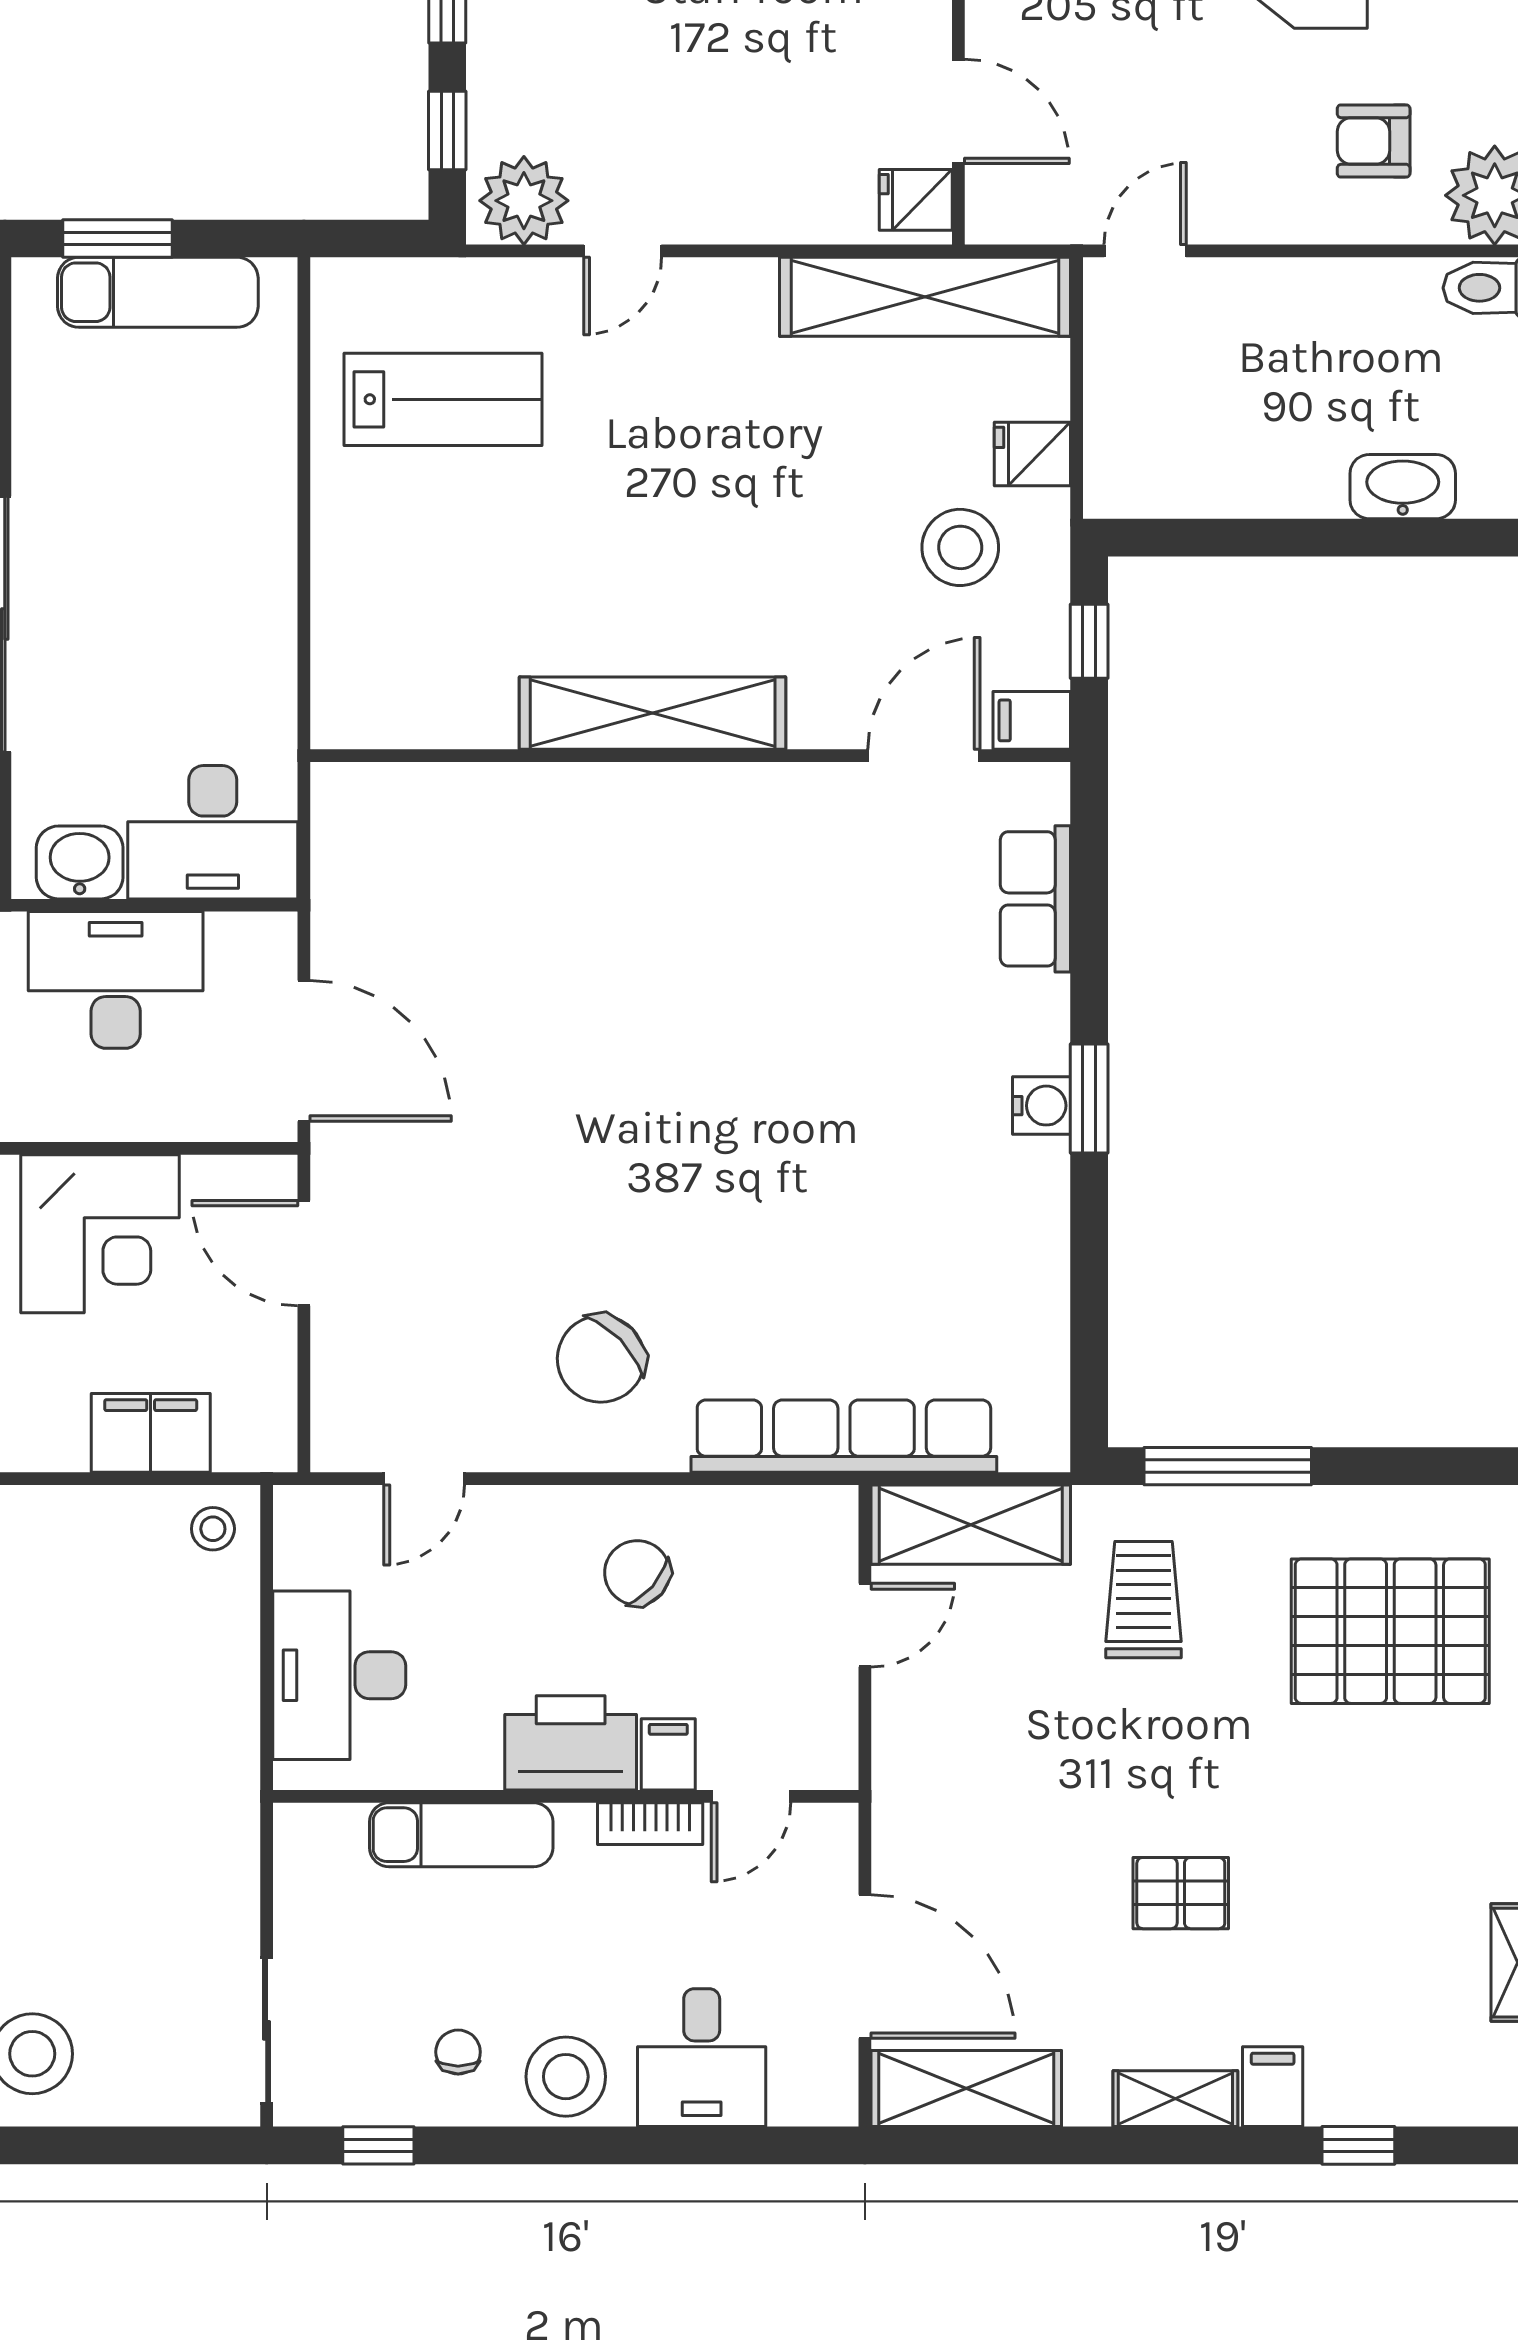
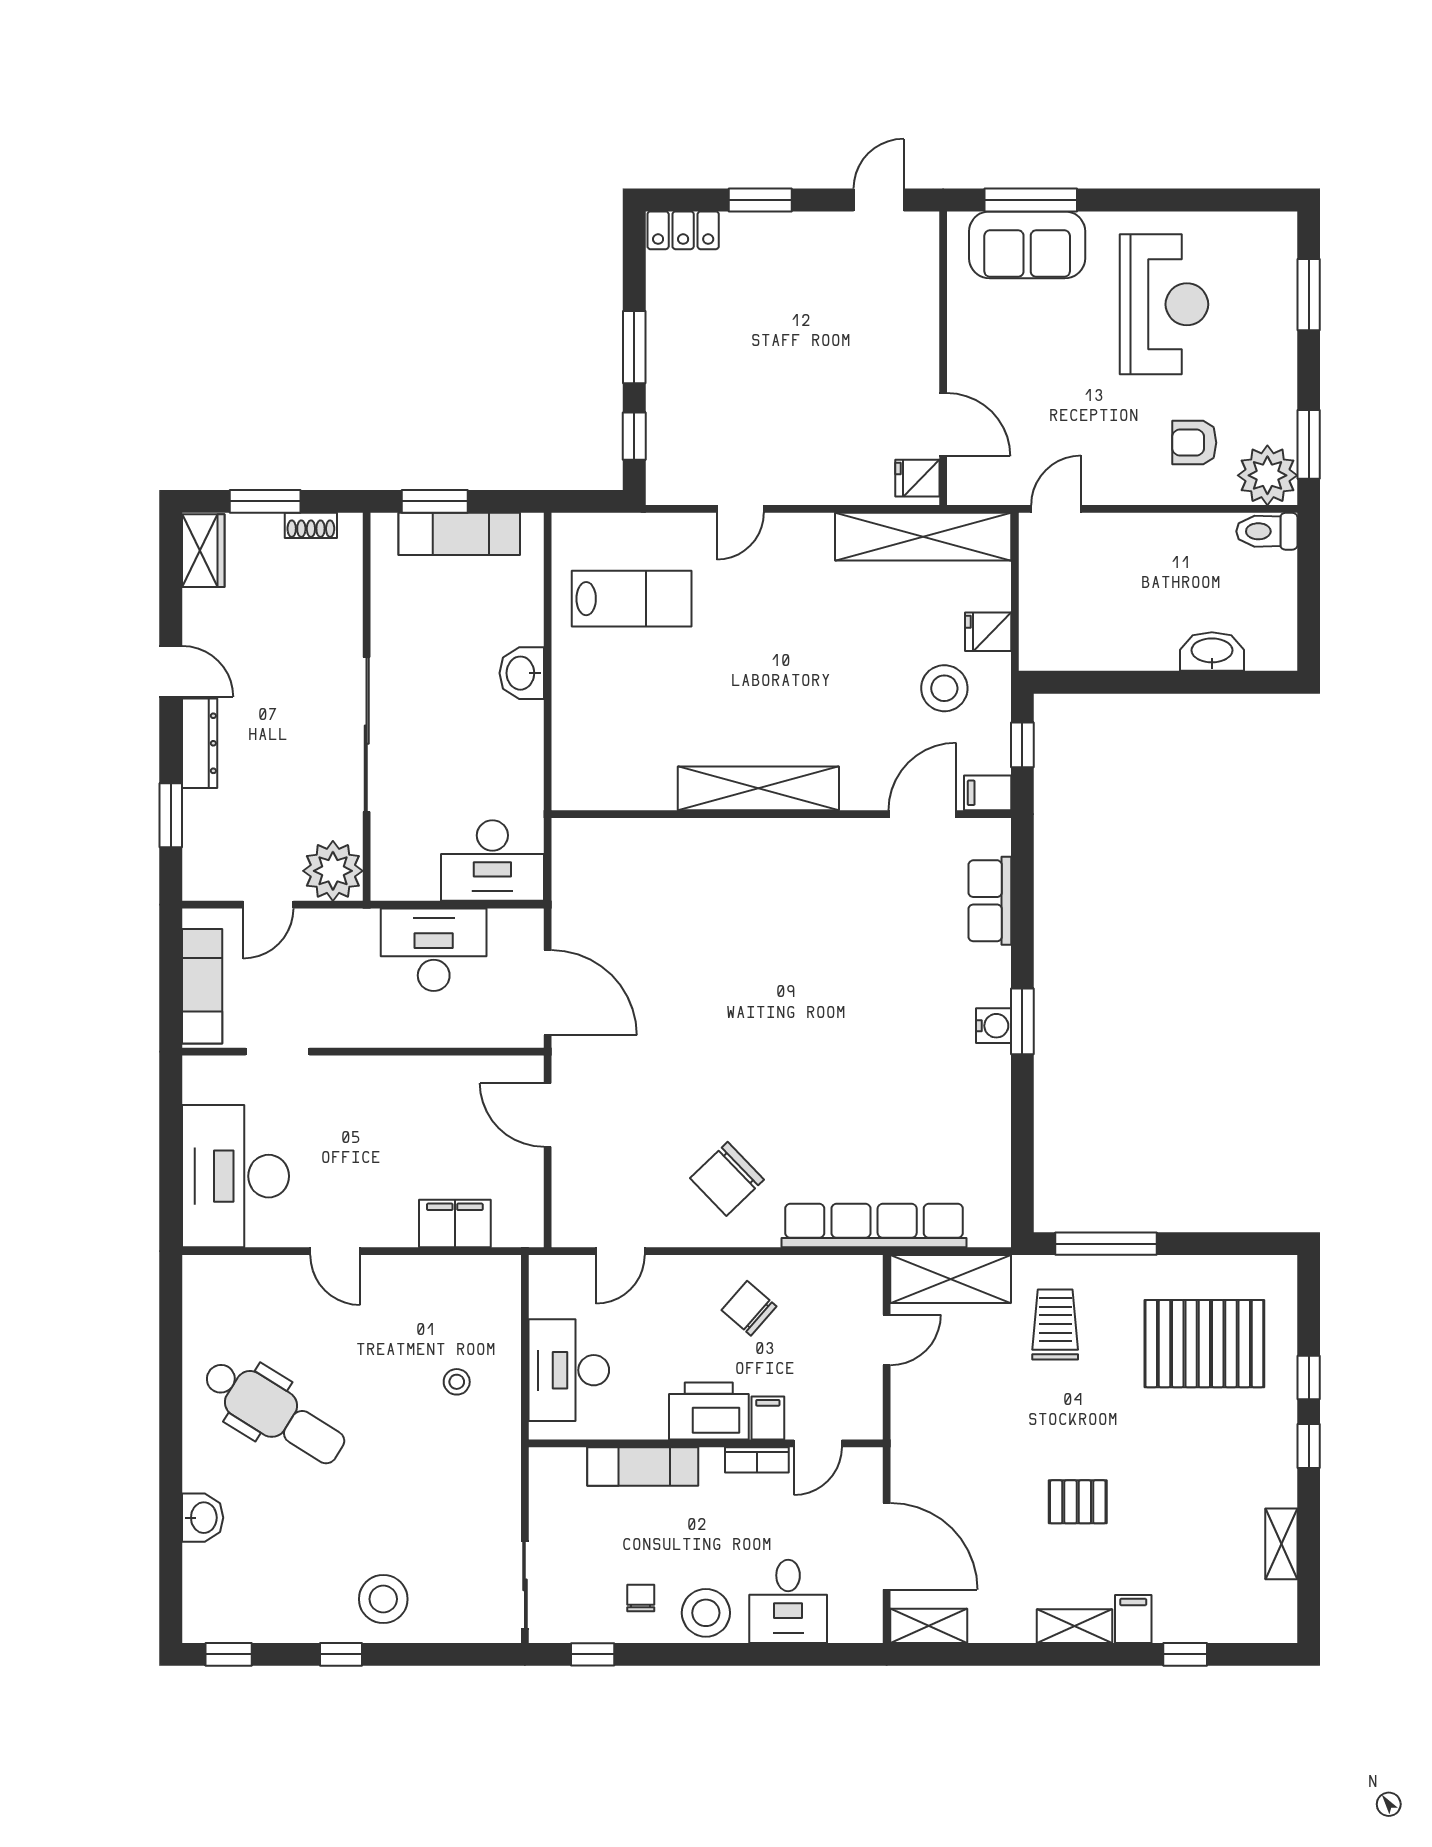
plant: (524, 201) -> (681, 478), removed
washbasin: (80, 862) -> (522, 673), moved, turned -90
corner desk: (100, 1234) -> (424, 1103), removed
stool: (213, 1529) -> (457, 1382), moved
shelving: (966, 2089) -> (929, 1626), width x0.67, depth x0.75

